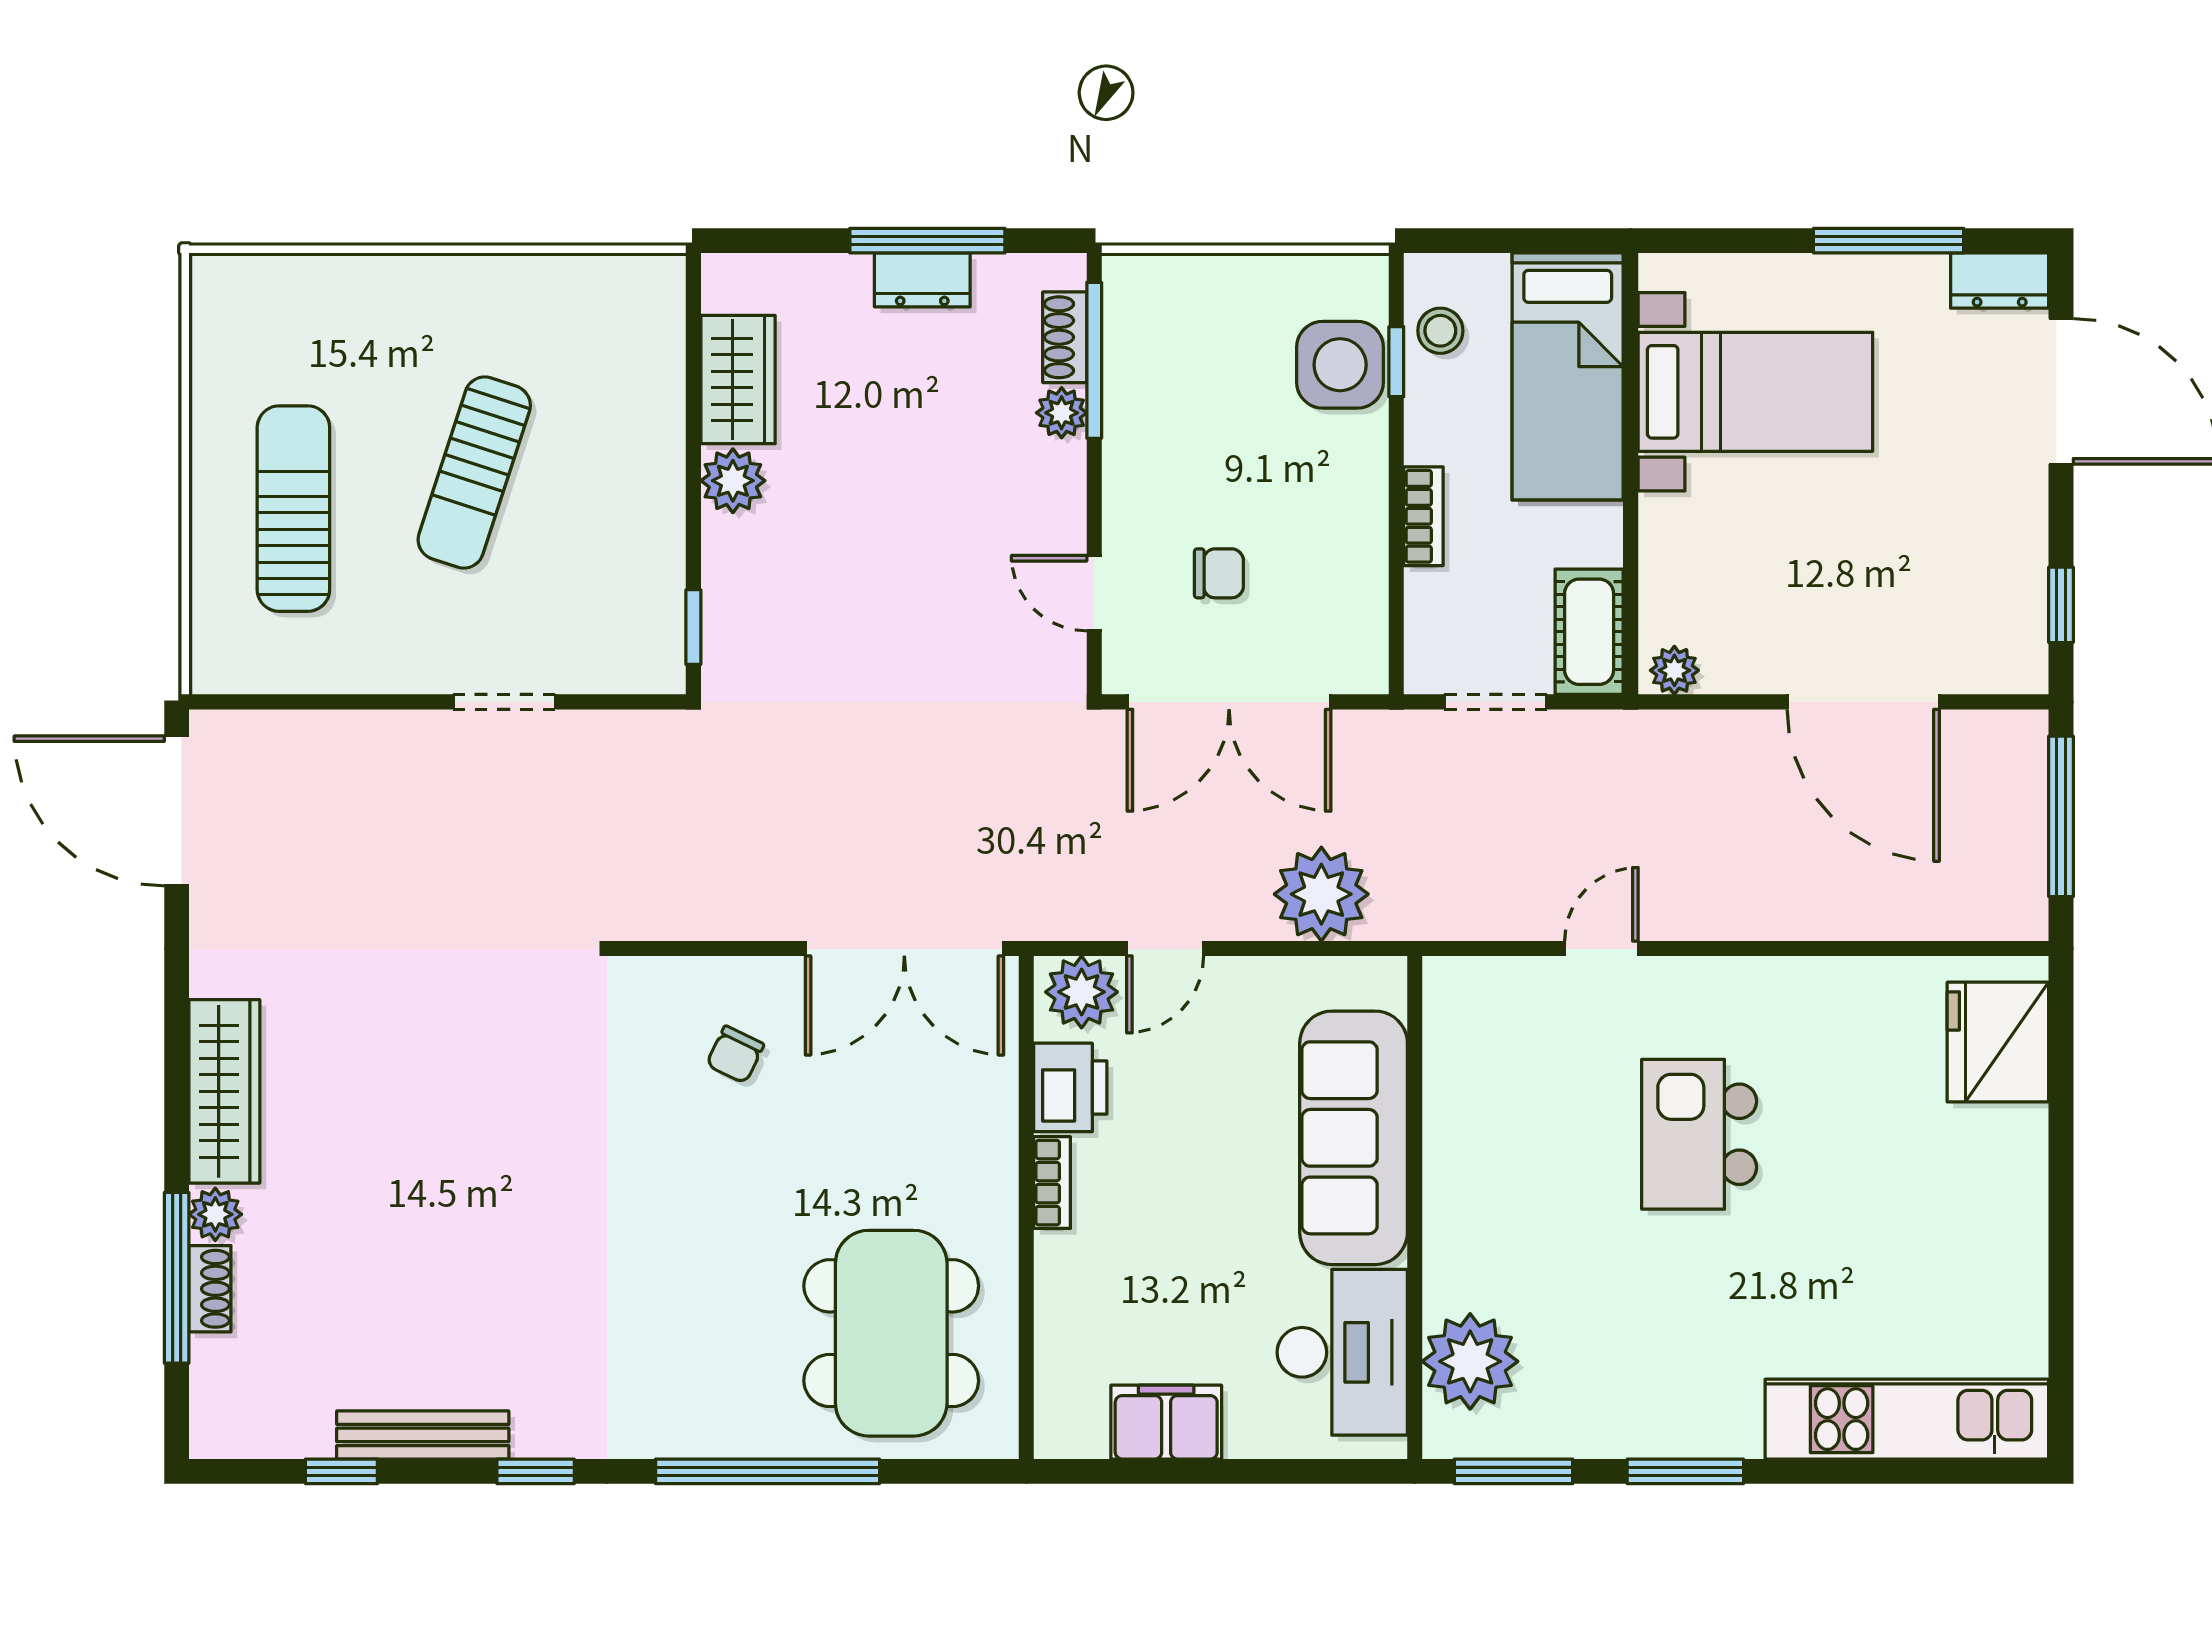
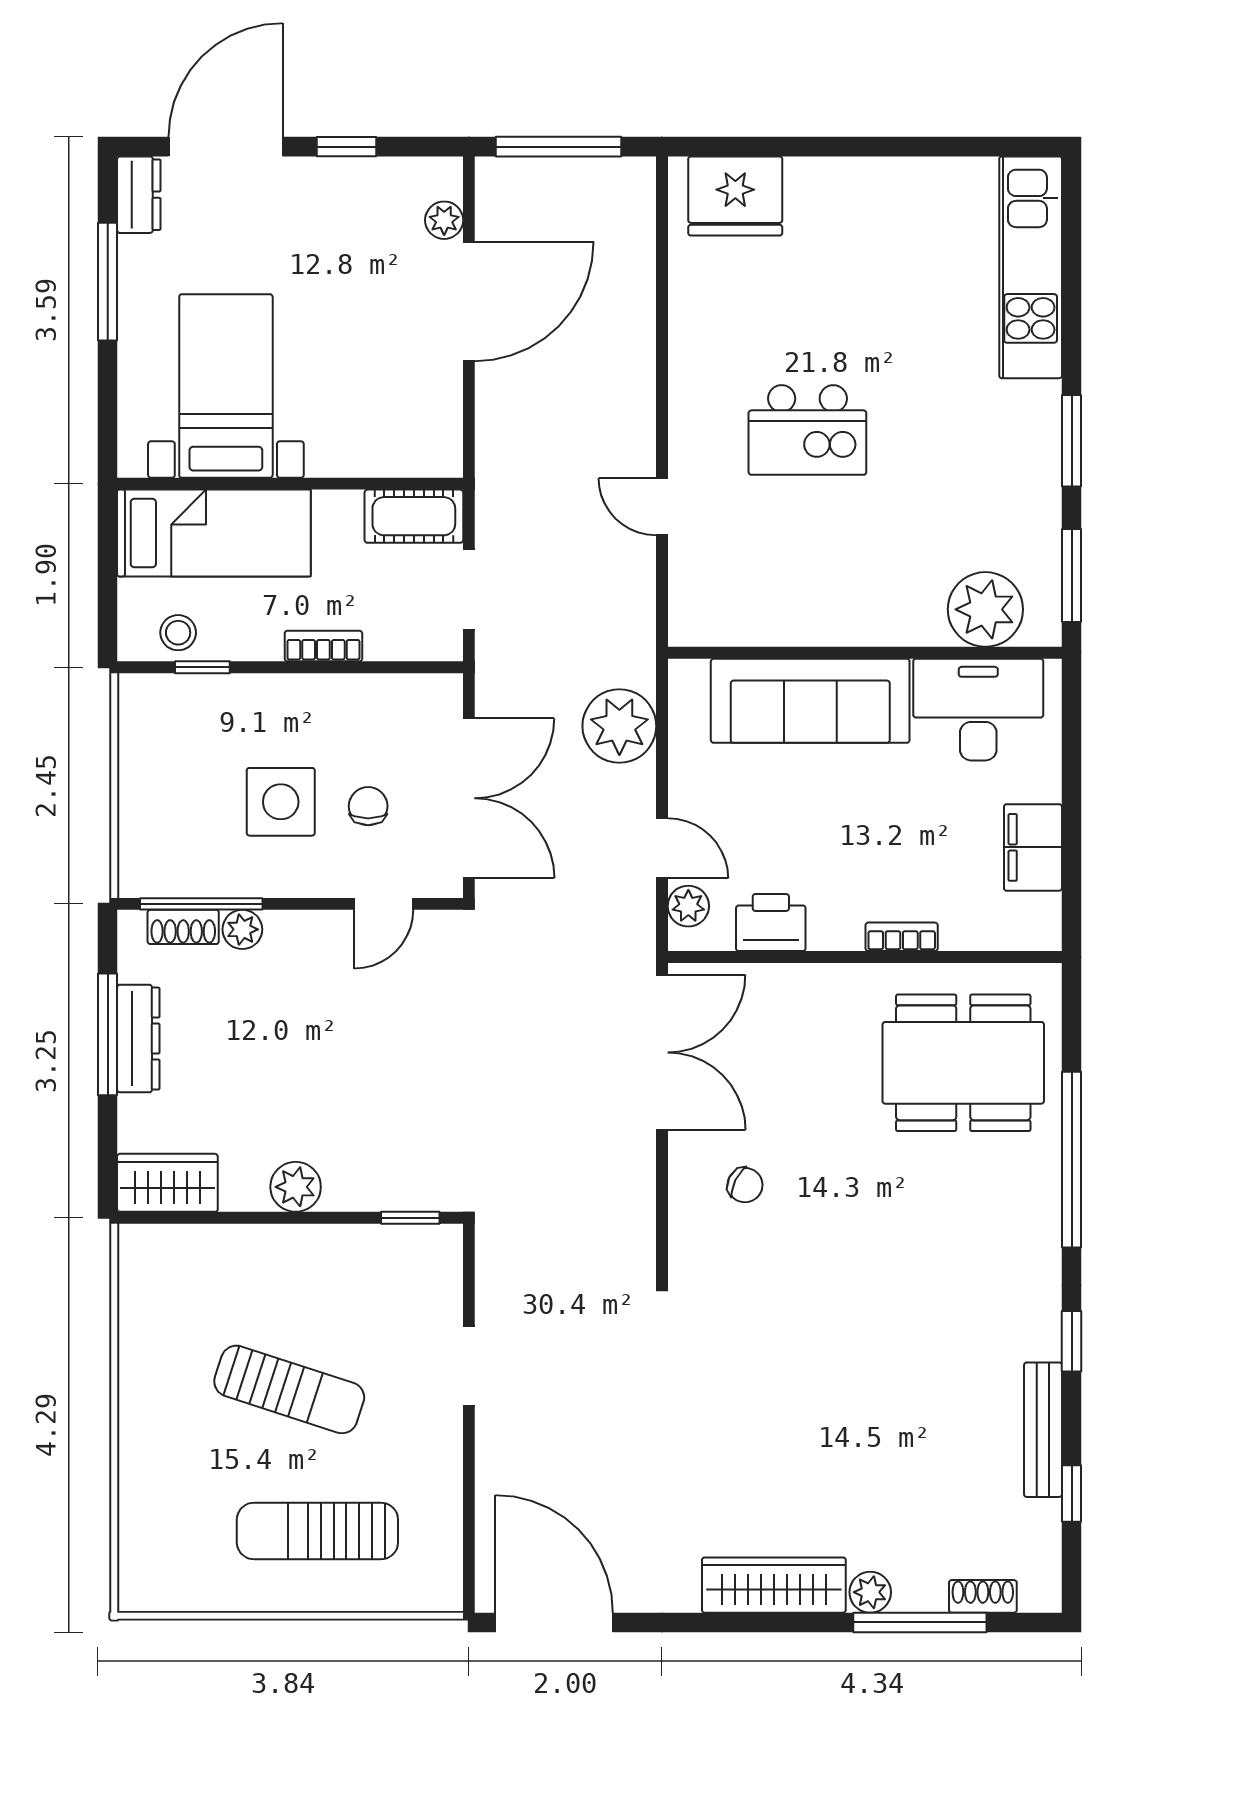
dresser: (922, 280) -> (138, 1039), width x1.44
side table: (1340, 365) -> (281, 802), moved
wardrobe: (738, 380) -> (167, 1183), moved
window: (2061, 605) -> (347, 147), moved
plant: (1674, 670) -> (444, 220), moved
door: (177, 811) -> (554, 1622), swing flipped
plant: (1082, 992) -> (688, 906), width x0.73, depth x0.73
bookcase: (1052, 1183) -> (902, 937), moved
shoe rack: (210, 1289) -> (983, 1596), moved

